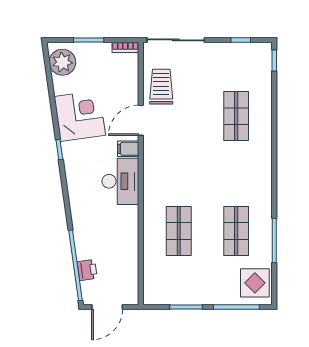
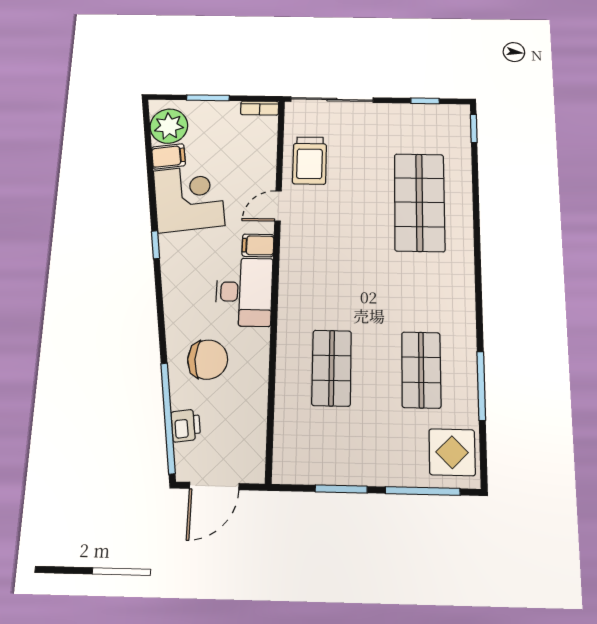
filing cabinet: (64, 85) -> (168, 156), added
trolley: (161, 87) -> (310, 161), turned 180
shop shelf: (236, 116) -> (419, 202), width x1.43, depth x1.36
door: (141, 120) -> (278, 206), width x0.73
chair: (99, 227) -> (208, 360), added

